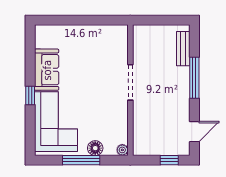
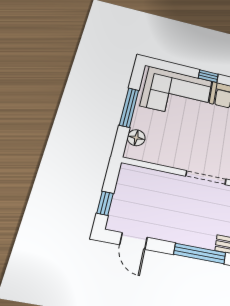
floor lamp: (95, 148) -> (136, 138), moved
plant: (122, 150) -> (130, 153), removed

